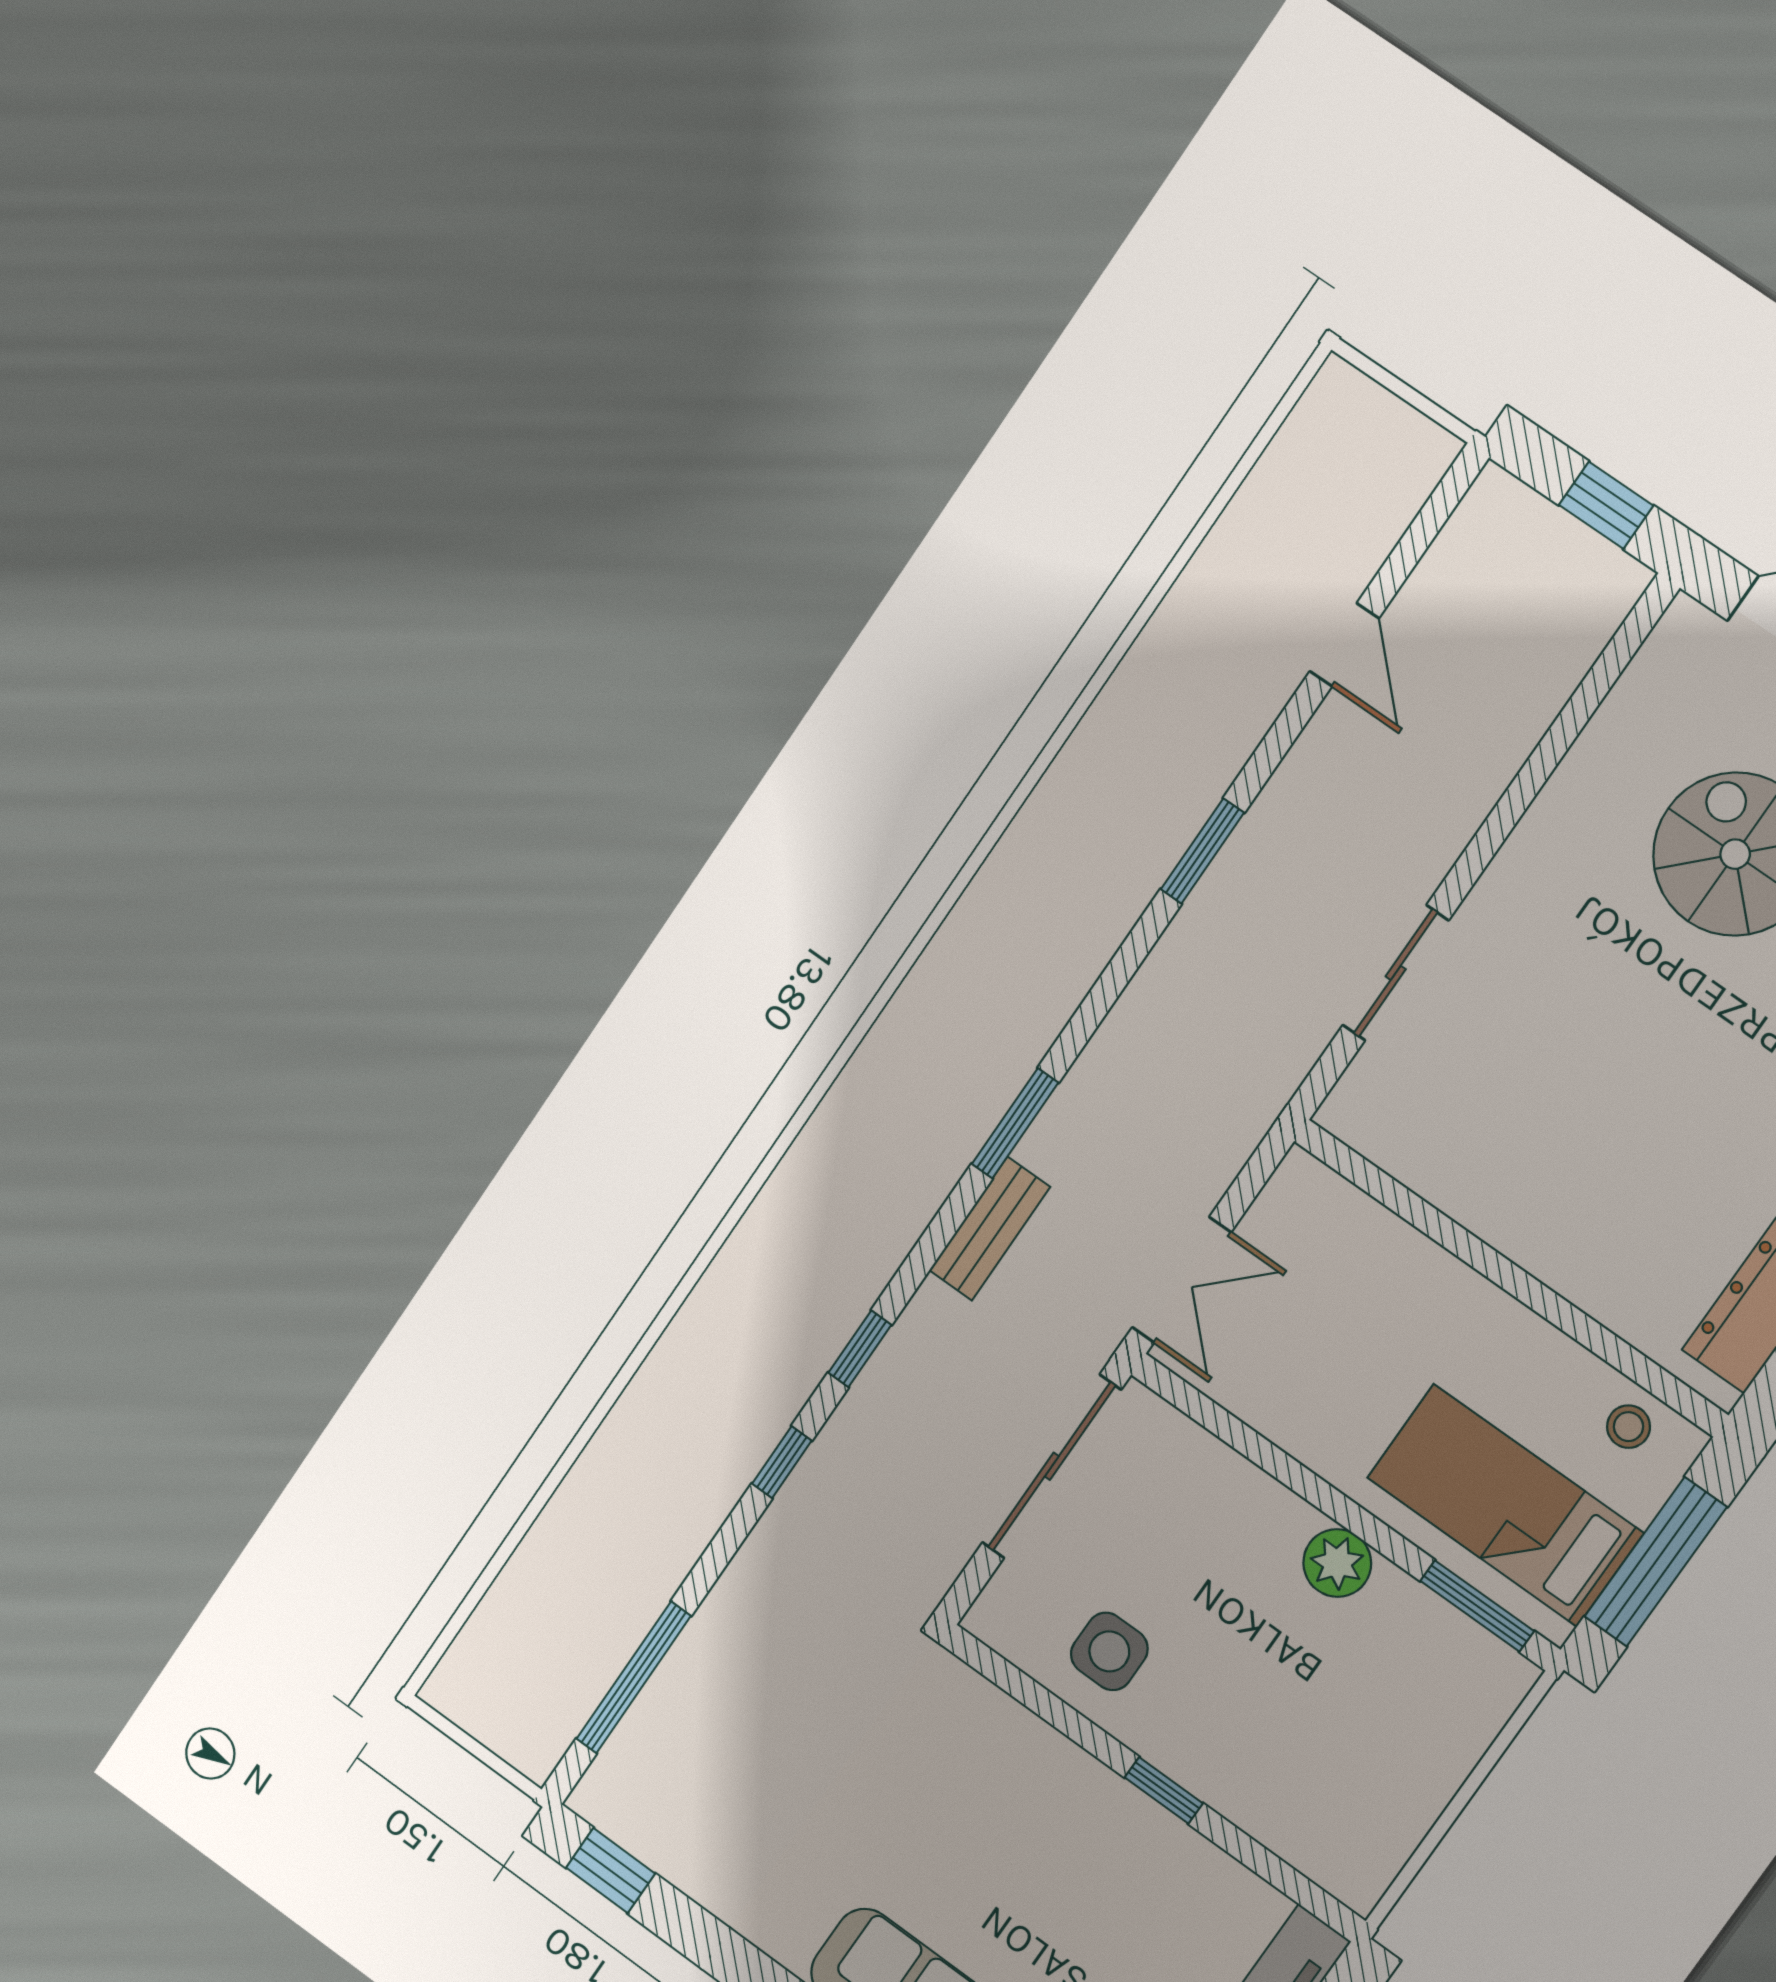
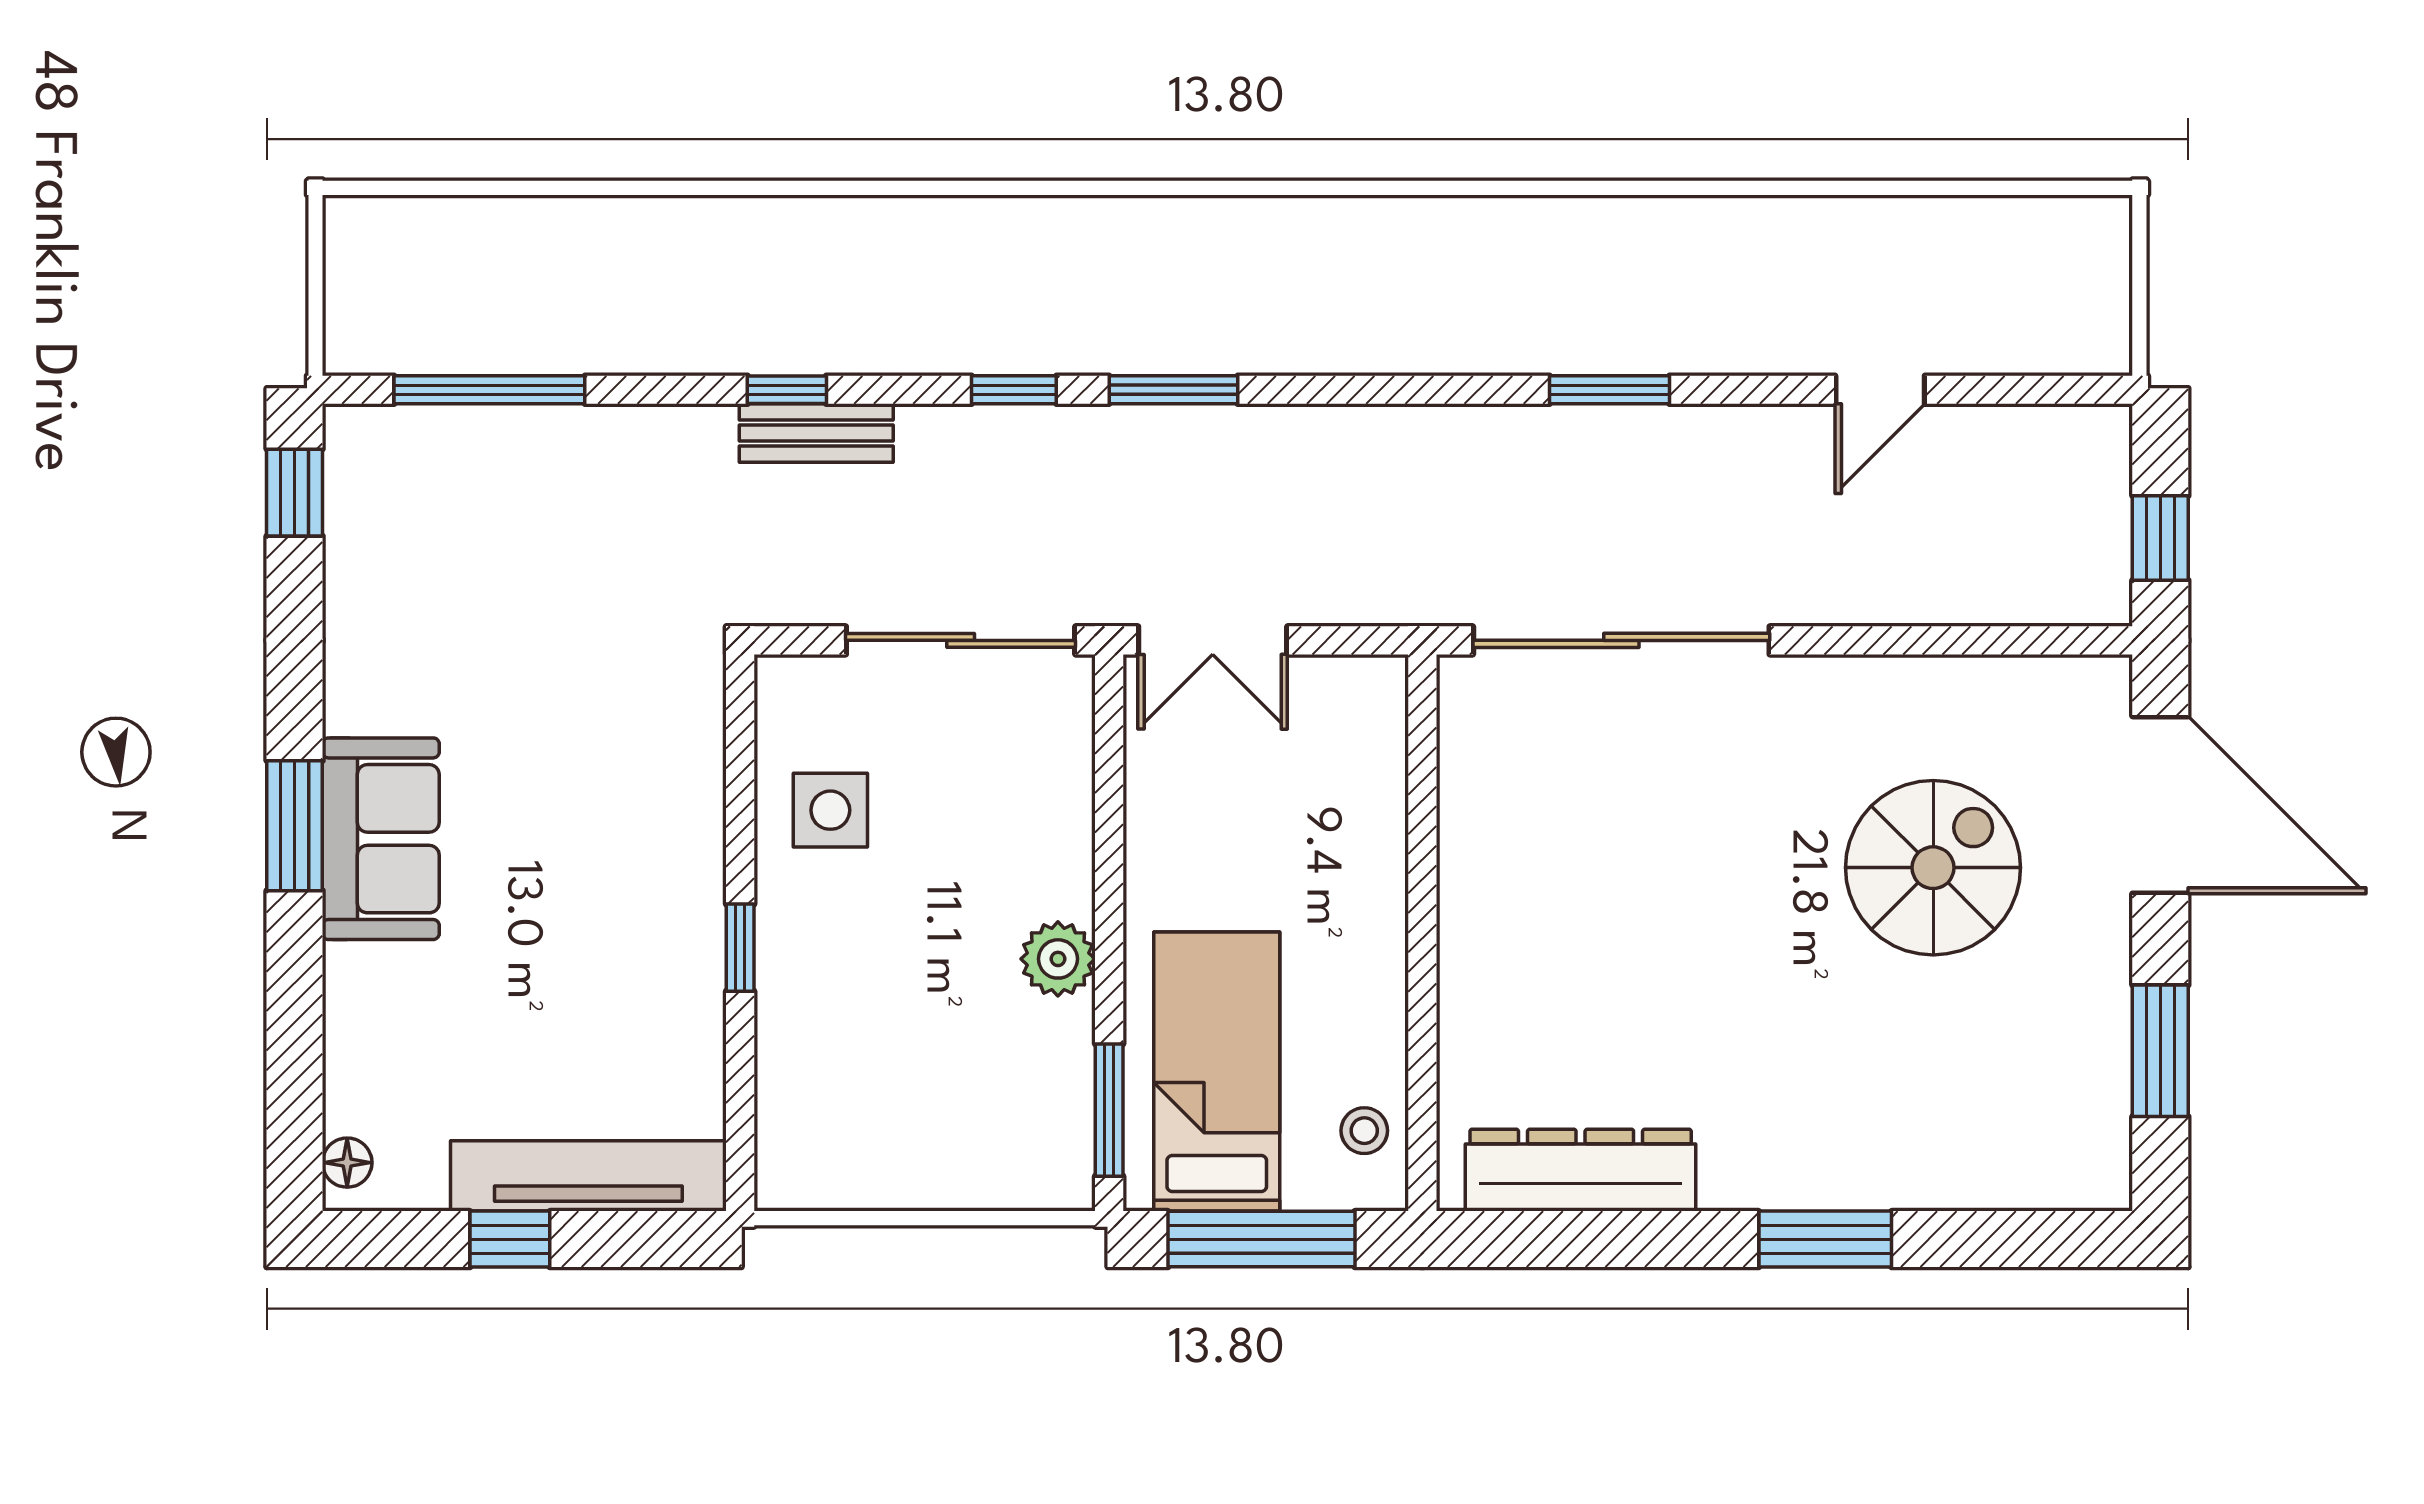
sliding door: (1396, 973) -> (1621, 640), width x1.86
window: (1015, 1123) -> (1173, 390), moved
bench: (990, 1229) -> (816, 433), moved
window: (860, 1349) -> (1014, 390), moved

